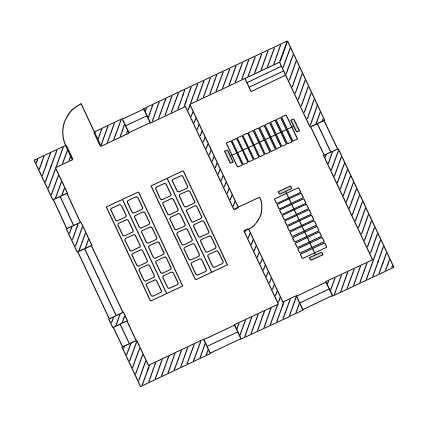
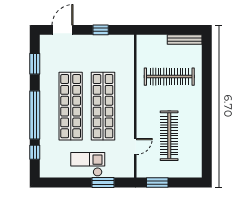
bench: (266, 77) -> (185, 40), width x1.36
window: (324, 138) -> (207, 92), removed
door: (241, 219) -> (135, 147), moved
checkout: (206, 316) -> (88, 164), added
window: (222, 339) -> (103, 182), moved

